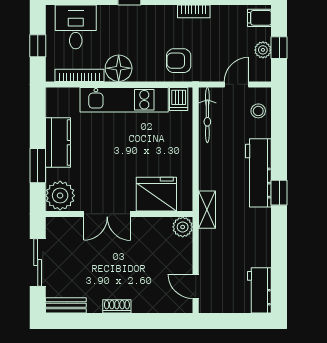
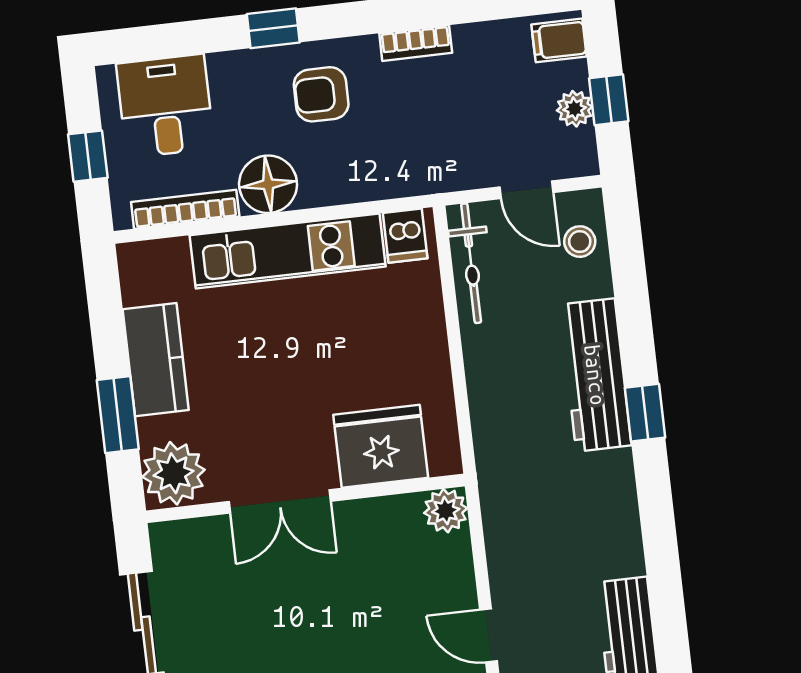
armchair: (179, 61) -> (321, 94), moved
door: (237, 84) -> (526, 190), swing flipped
shelving: (207, 210) -> (494, 467), removed

